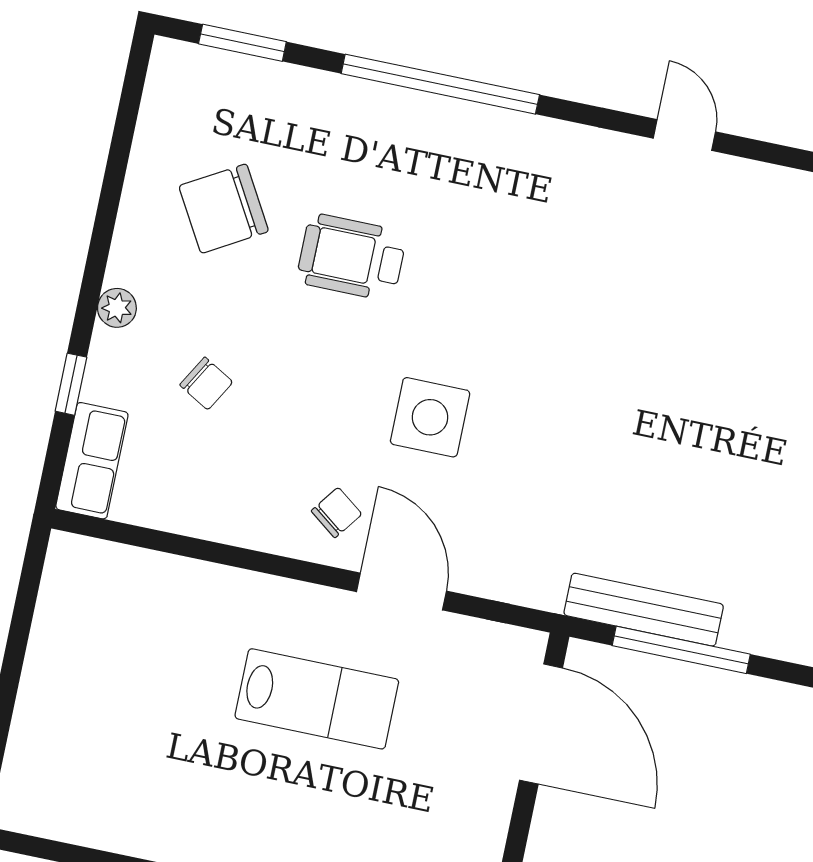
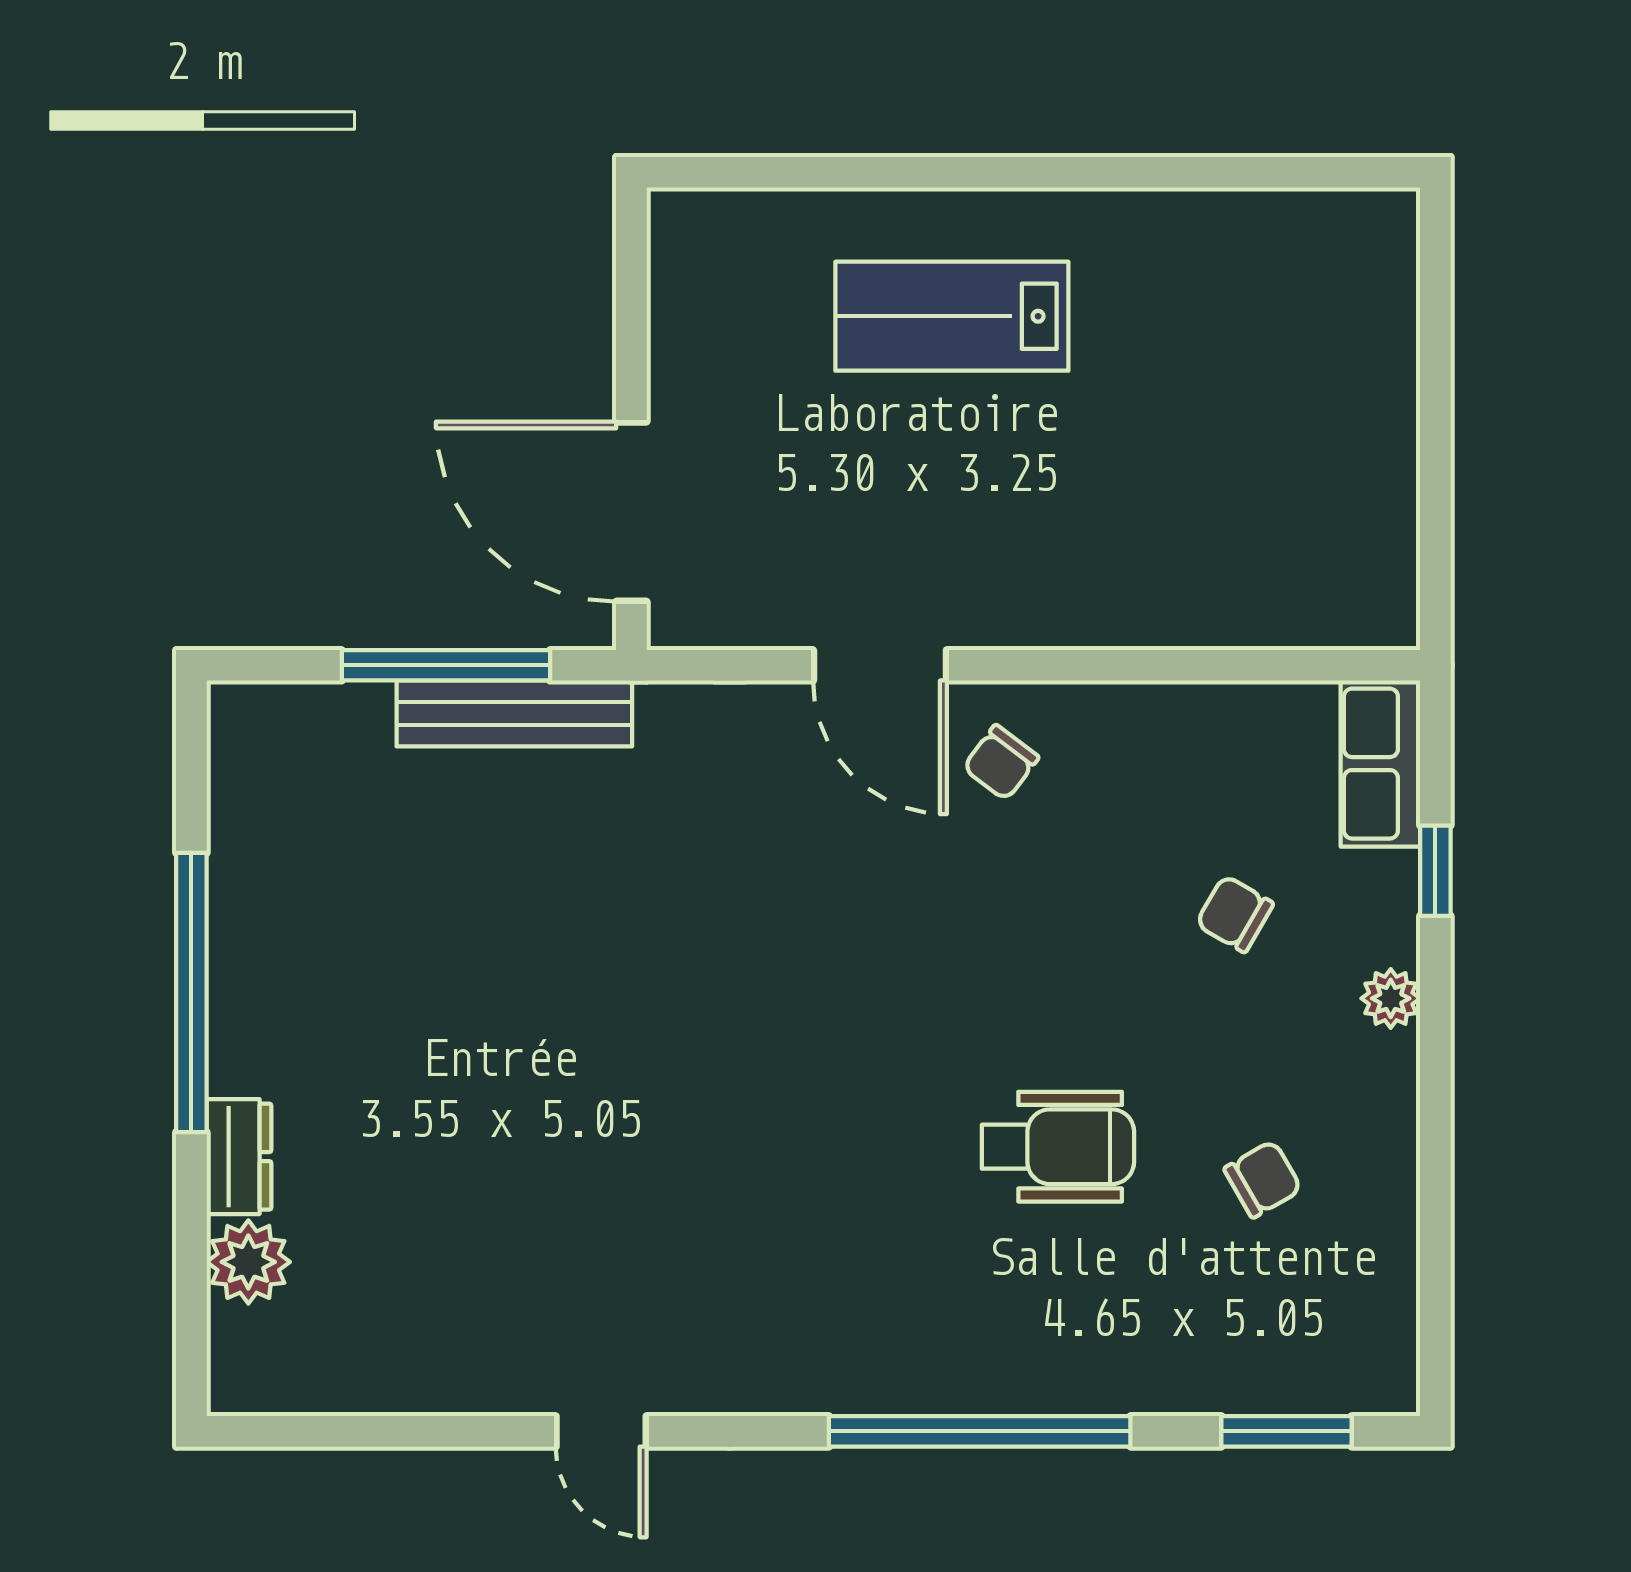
chair: (224, 209) -> (1263, 1179), width x0.54, depth x0.54
side table: (430, 417) -> (891, 933), removed
lab bench: (317, 699) -> (952, 316), moved

